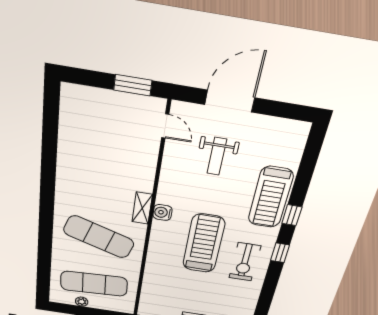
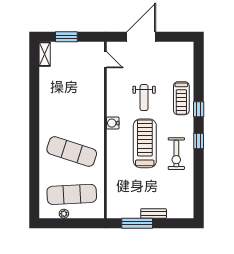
window: (133, 85) -> (66, 37), moved
weight bench: (217, 156) -> (144, 98), moved
treadmill: (270, 197) -> (181, 98), width x0.73, depth x0.73
shelving: (142, 208) -> (45, 54), moved

